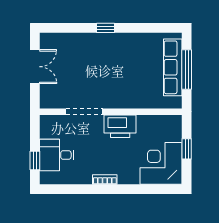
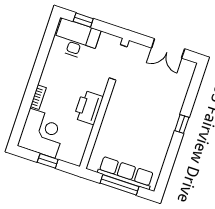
doorway: (84, 112) -> (118, 62), moved
desk: (57, 155) -> (76, 40), width x1.37
bookcase: (105, 180) -> (38, 97), moved

